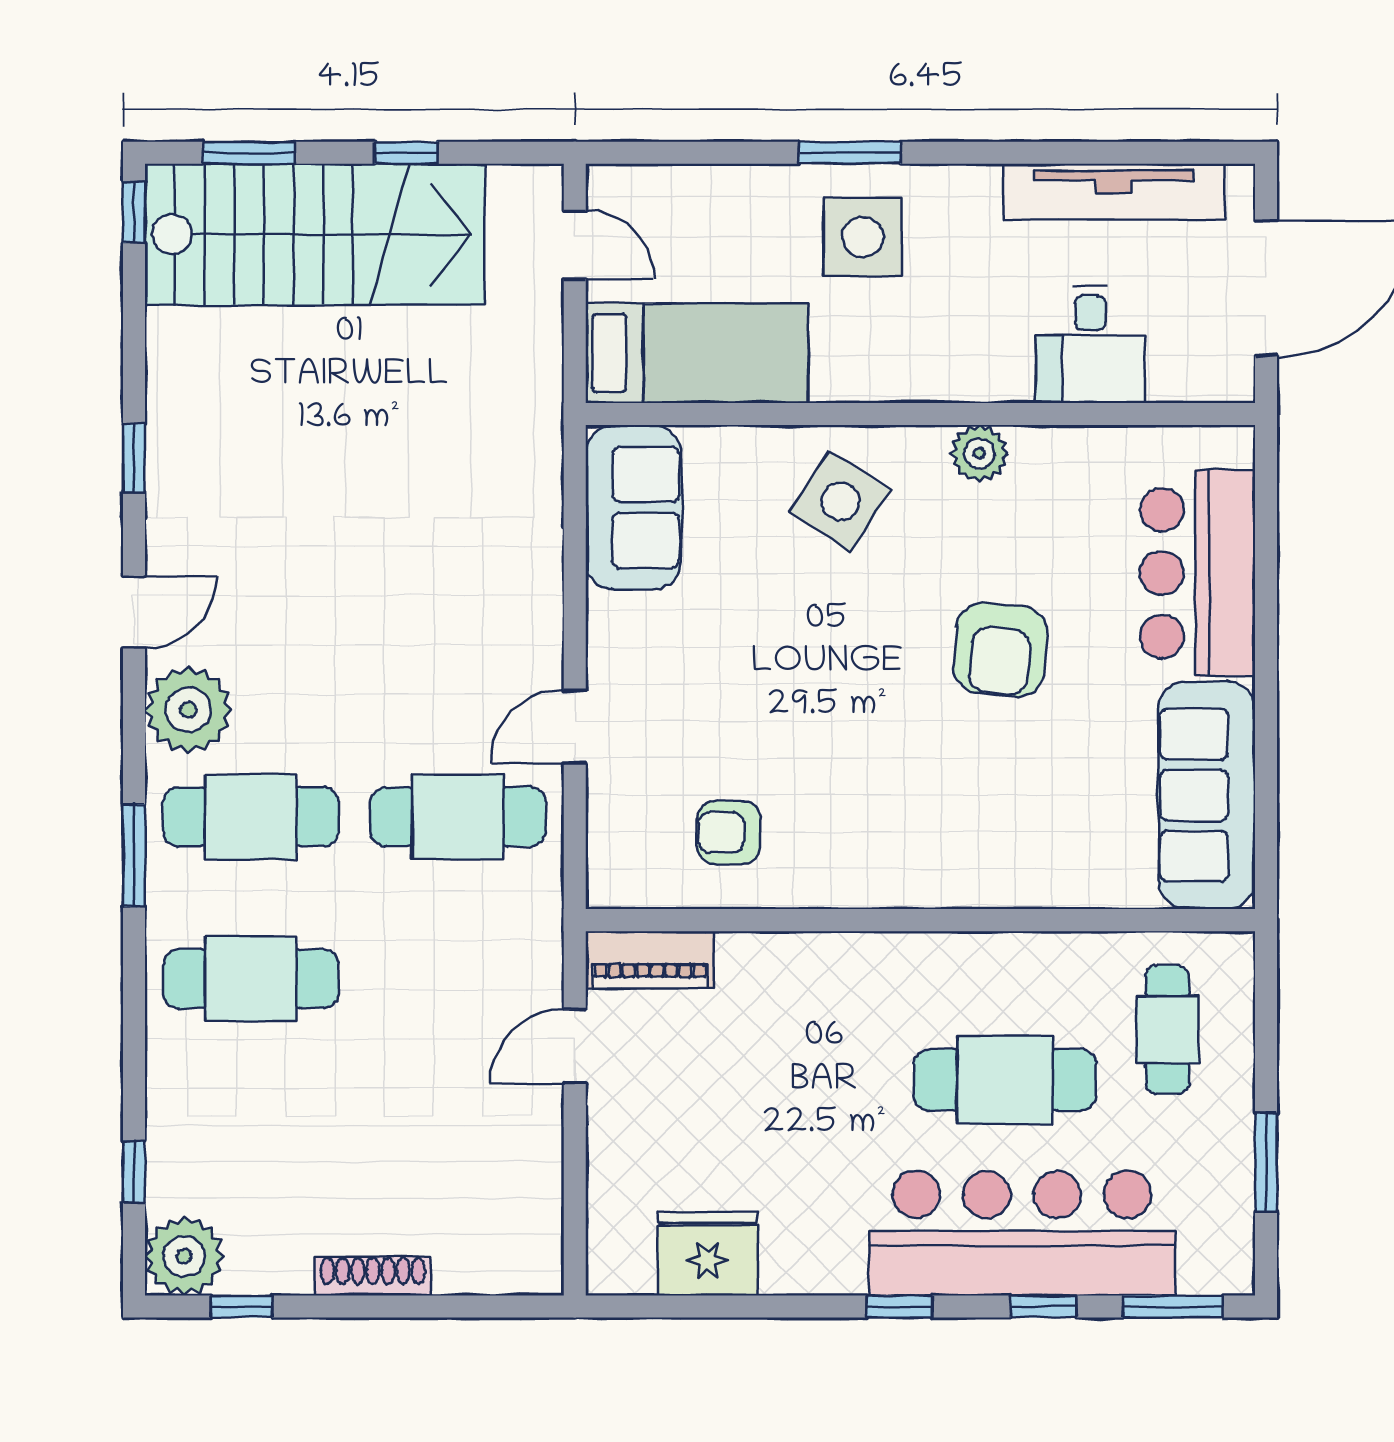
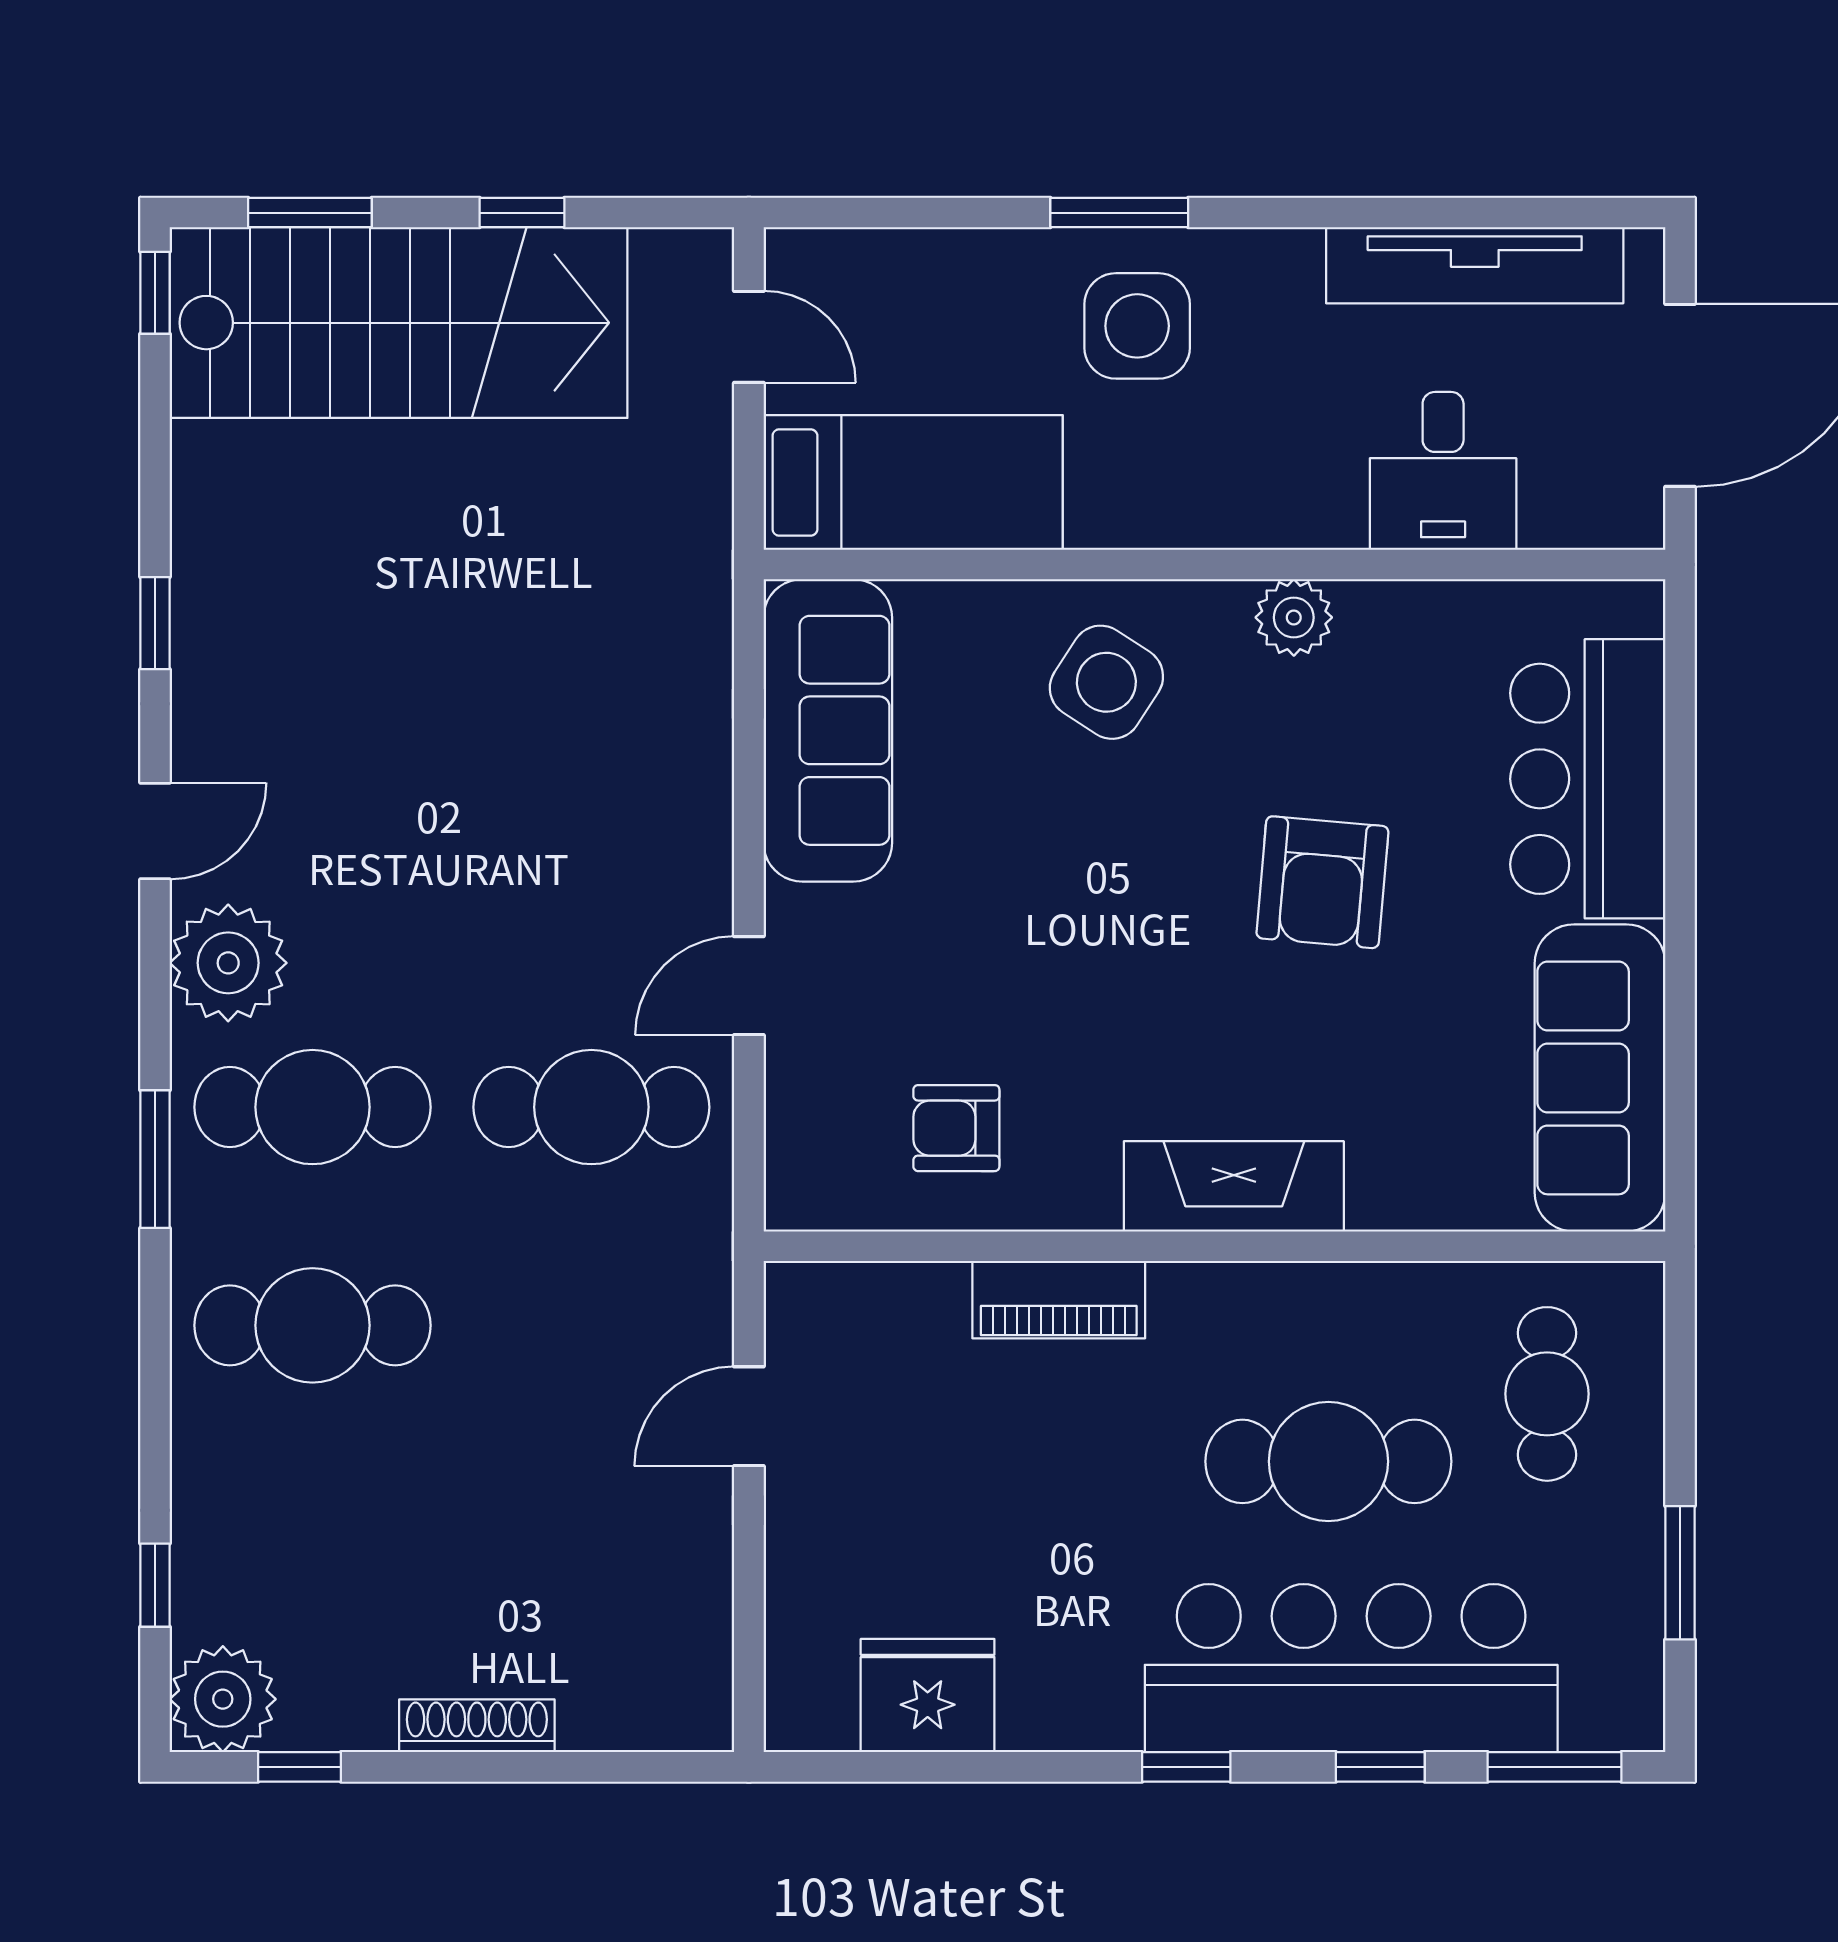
sofa: (633, 507) -> (828, 730), width x1.36
fireplace: (935, 876) -> (1234, 1186), added
piano: (650, 960) -> (1059, 1300), moved

